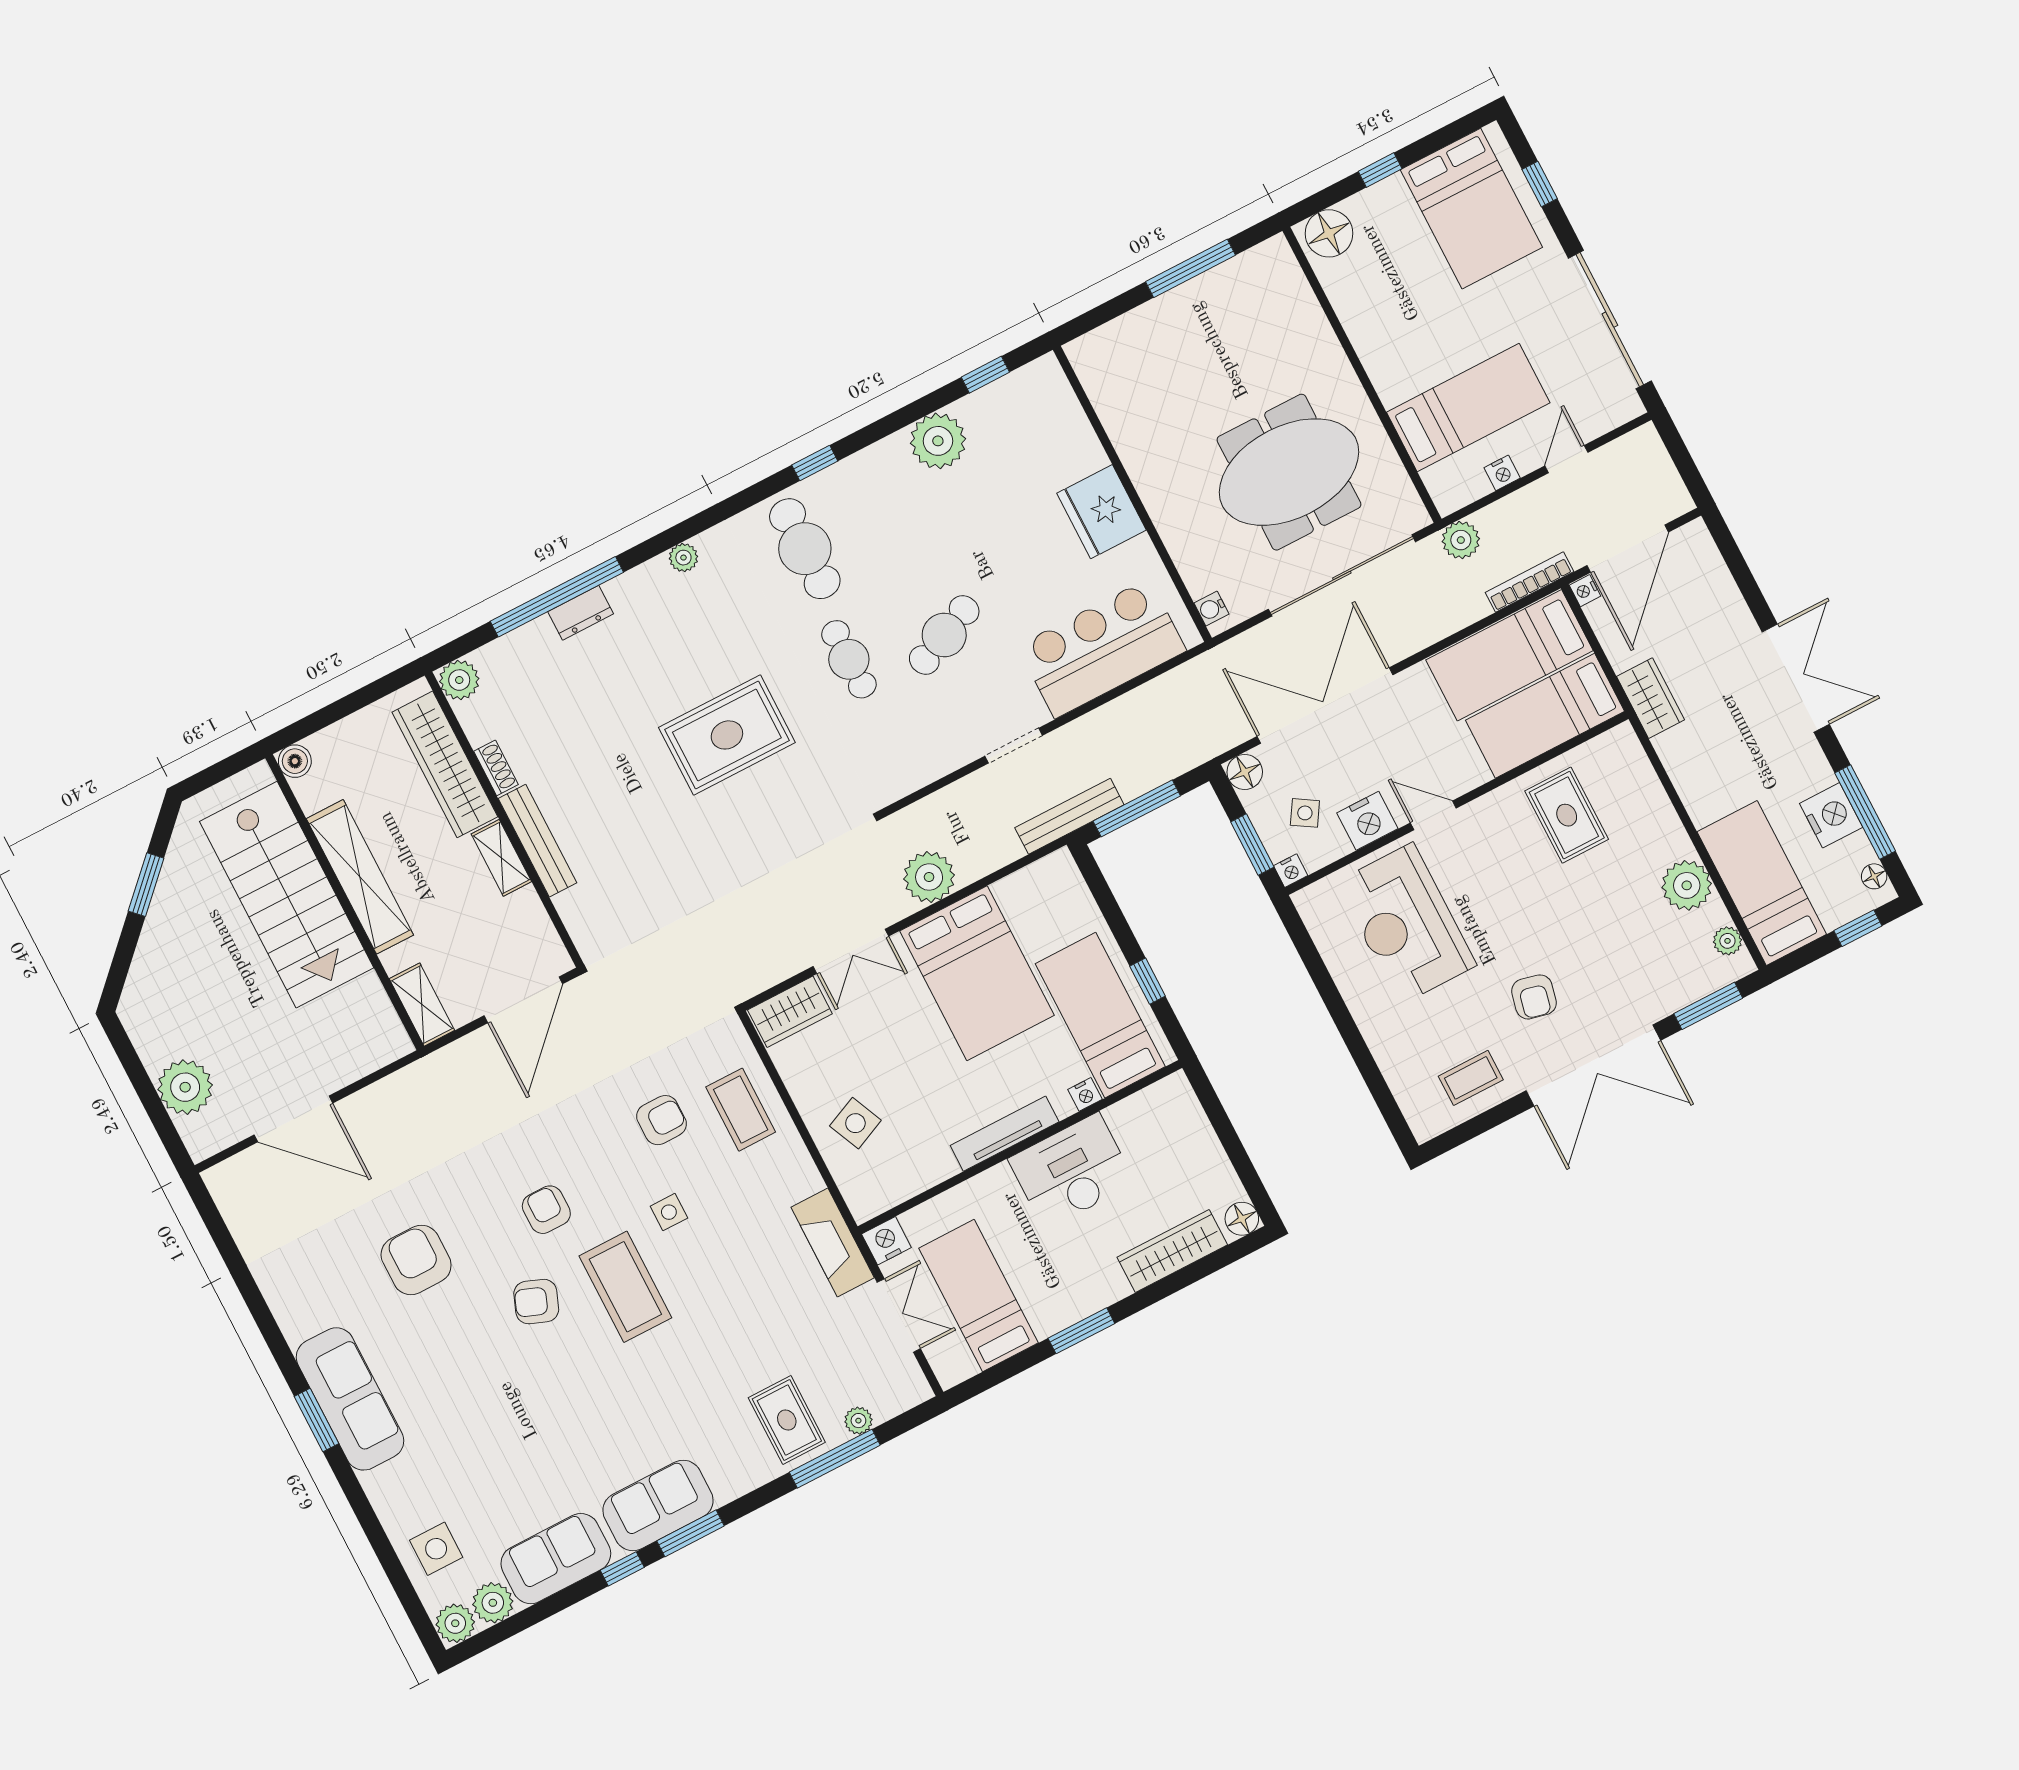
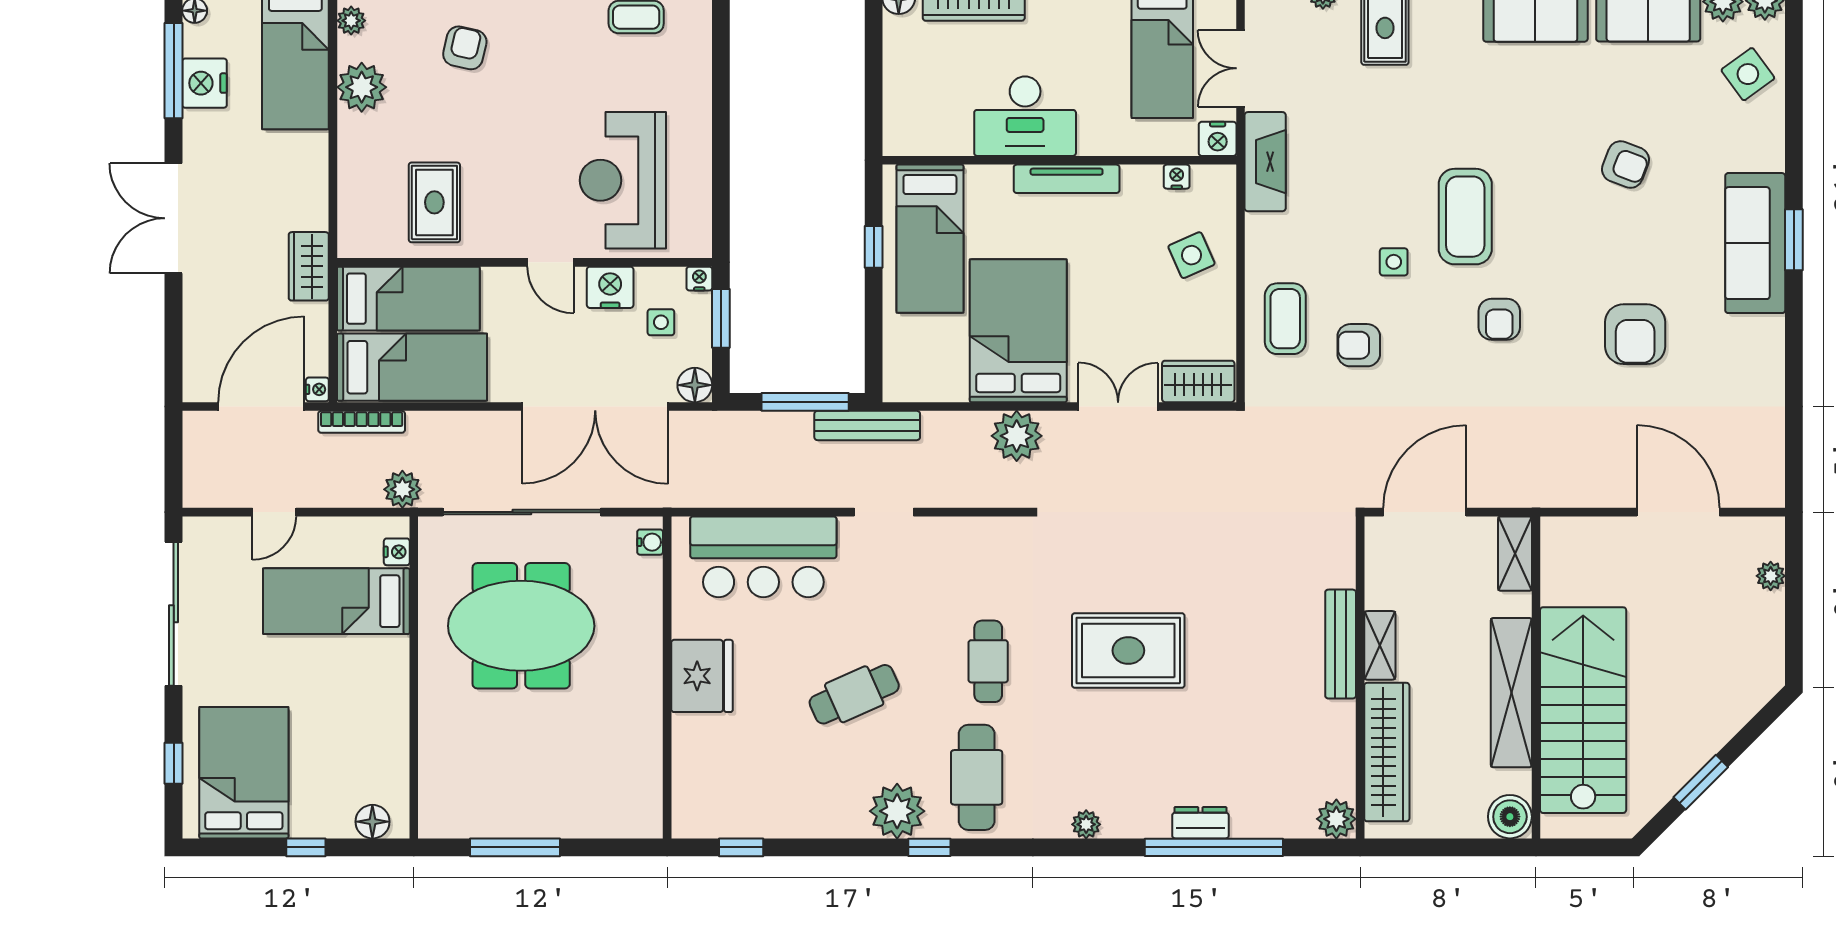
floor lamp: (1329, 233) -> (372, 822), width x0.73, depth x0.73
plant: (938, 441) -> (897, 811), moved
nightstand: (1502, 473) -> (397, 552), moved, turned 90
cafe table: (944, 635) -> (854, 694), moved
boiler: (295, 761) -> (1510, 817), width x1.36, depth x1.36
shoe rack: (496, 768) -> (1344, 726), removed
side table: (1305, 813) -> (661, 322), turned -32
reception desk: (1406, 924) -> (623, 180), turned 180
armchair: (1534, 997) -> (465, 48), moved
plant: (185, 1087) -> (1771, 576), width x0.53, depth x0.53
nightstand: (1085, 1094) -> (1177, 177), moved
armchair: (536, 1302) -> (1625, 165), moved
side table: (436, 1549) -> (1748, 74), turned -36

